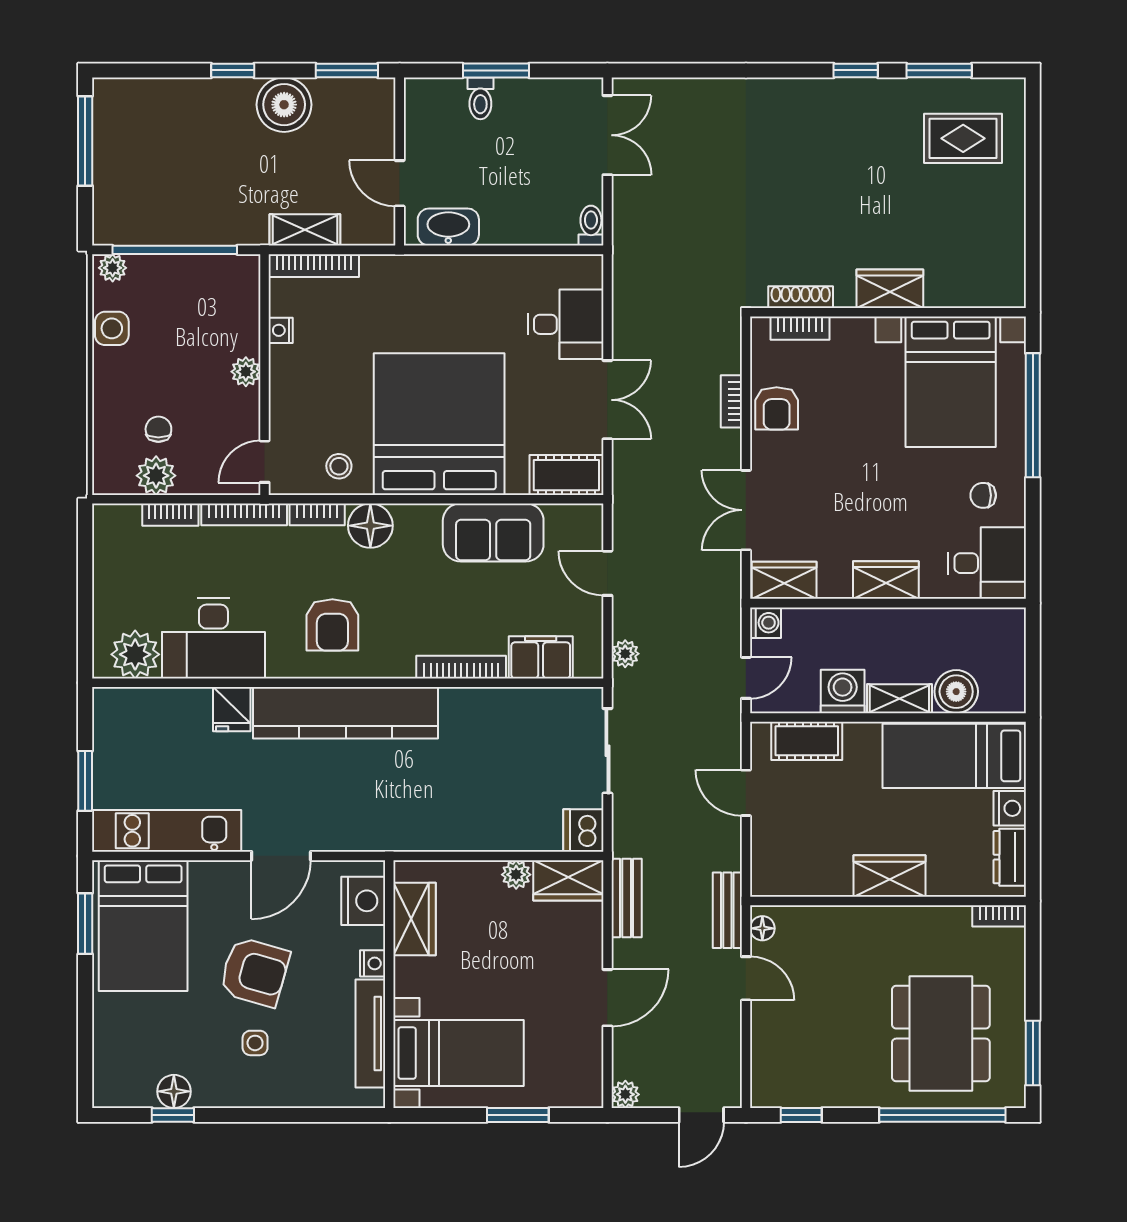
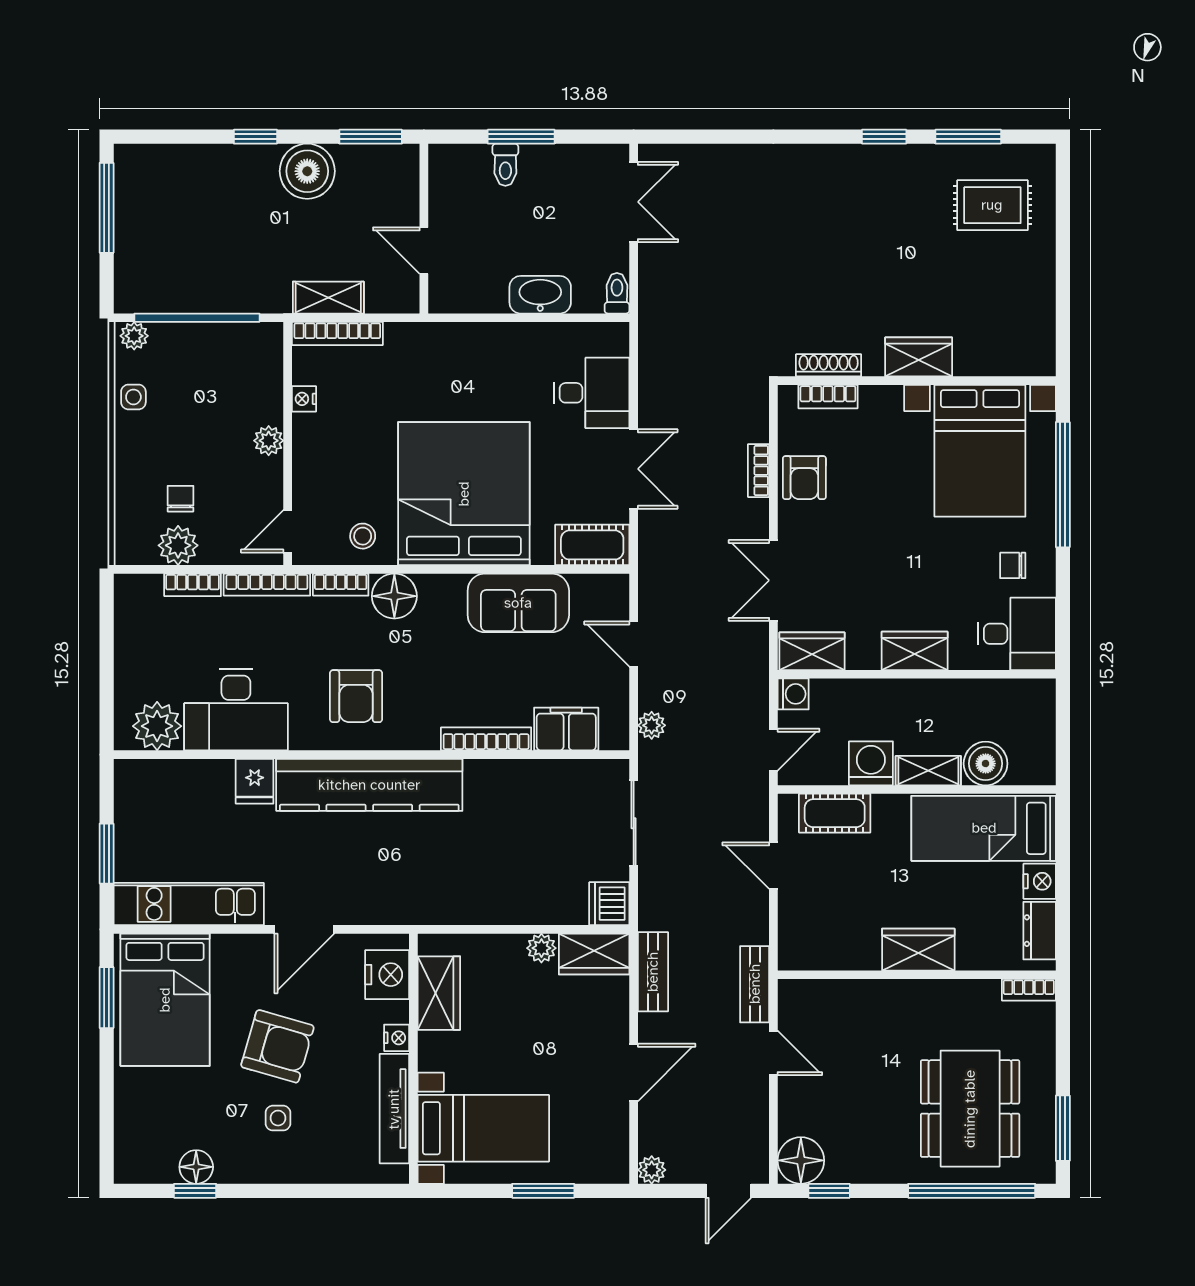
washbasin: (448, 227) -> (540, 295), moved
side table: (112, 328) -> (133, 397), width x0.73, depth x0.73
floor lamp: (762, 928) -> (801, 1160), moved, width x1.89, depth x1.89

